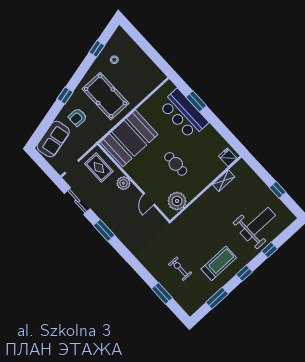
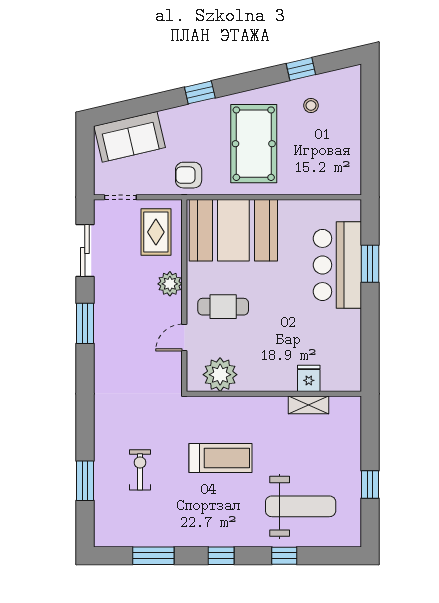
armchair: (78, 117) -> (189, 175), moved
fridge: (228, 157) -> (309, 378), moved
cafe table: (176, 164) -> (223, 307), moved, turned 90
treadmill: (219, 263) -> (221, 458), moved

